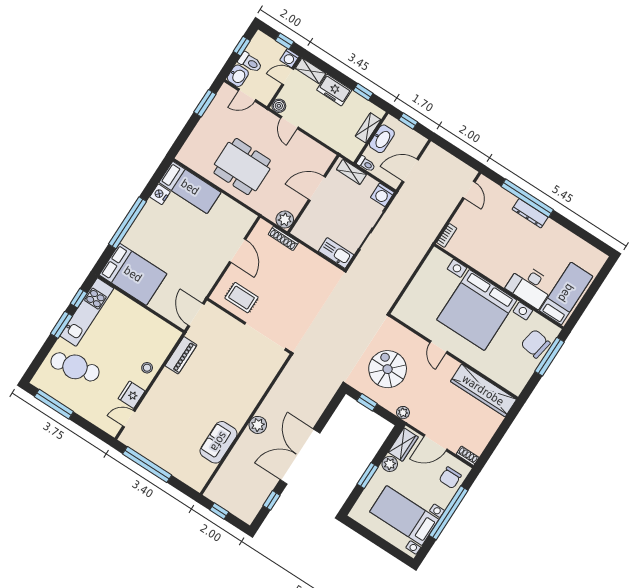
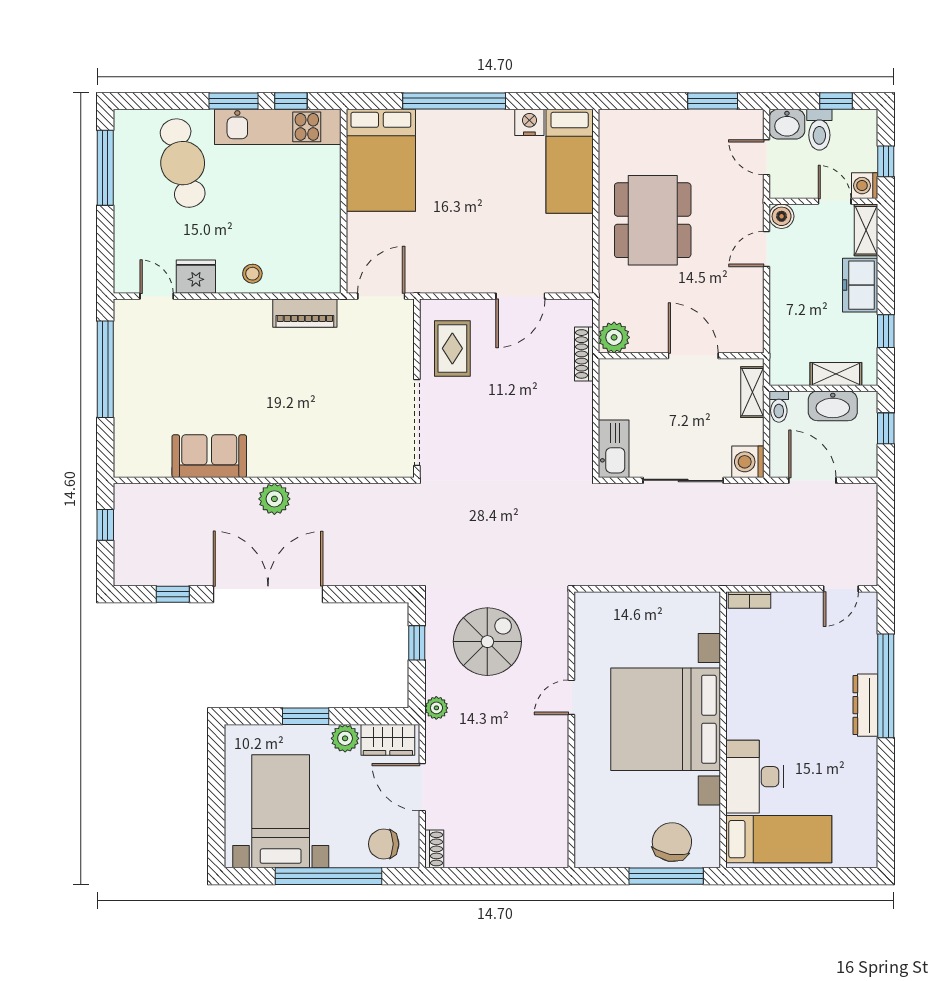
wardrobe: (483, 390) -> (549, 809), removed

